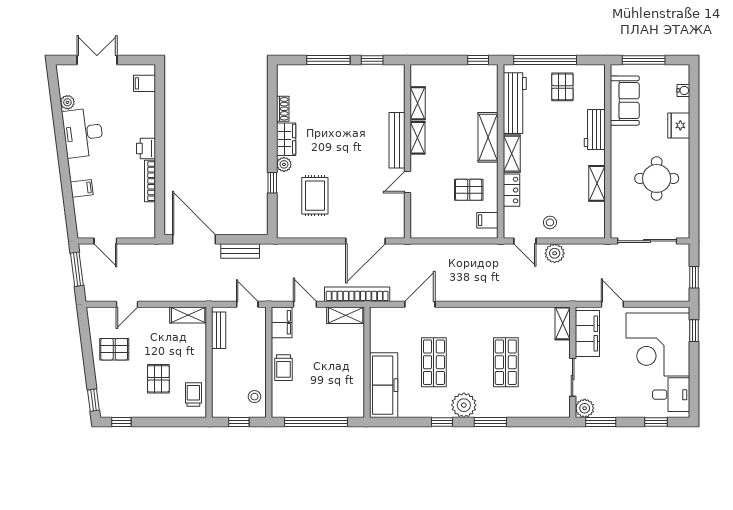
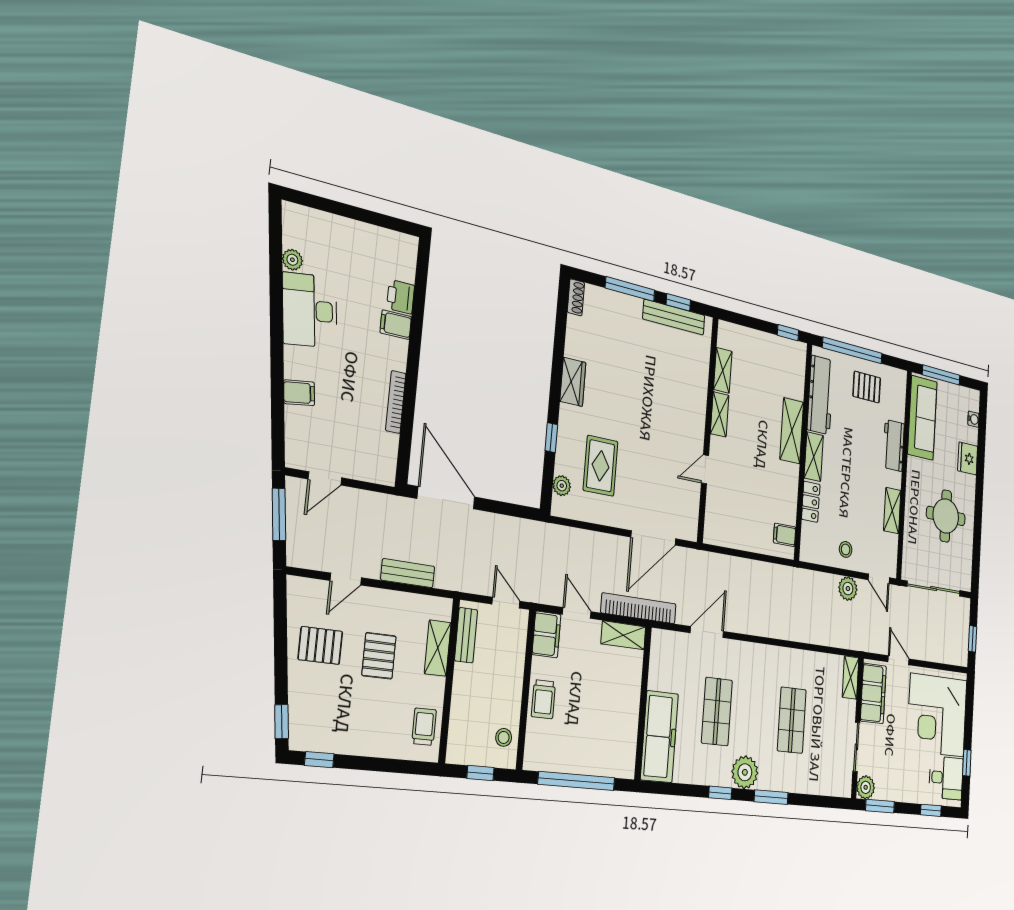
double door: (97, 60) -> (341, 209), removed
filing cabinet: (144, 83) -> (396, 325), moved
pallet: (562, 87) -> (867, 387), turned 90
sofa: (625, 101) -> (922, 418), width x1.36
shoe rack: (283, 109) -> (576, 297), moved
bench: (397, 140) -> (674, 317), moved, turned 90
printer: (146, 149) -> (401, 297), moved
plant: (284, 164) -> (562, 486), moved
pallet: (469, 190) -> (768, 492), removed
door: (105, 241) -> (325, 478), hinge flipped
door: (525, 241) -> (879, 579), moved
bench: (240, 251) -> (408, 573), moved
shelving: (188, 315) -> (438, 648), moved, turned 90
window: (694, 331) -> (967, 763), moved
pallet: (158, 379) -> (379, 656), moved

